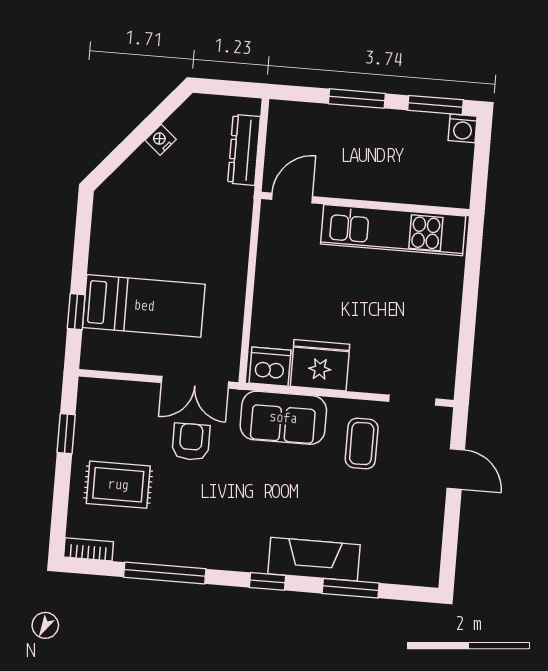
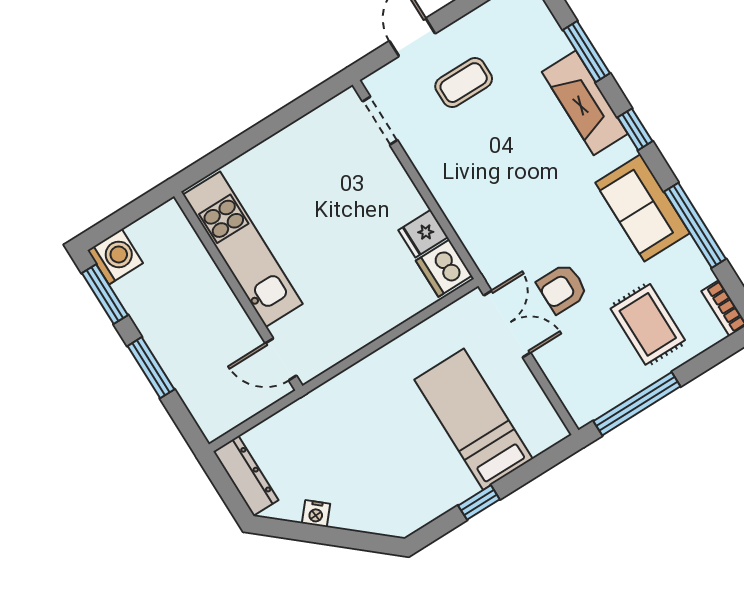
washing machine: (463, 128) -> (115, 257), width x1.38, depth x1.38
dresser: (244, 150) -> (246, 476), moved, turned -90
window: (76, 312) -> (479, 502), moved
fridge: (320, 365) -> (423, 234), width x0.53, depth x0.75
sofa: (283, 418) -> (643, 208), moved, turned 180
window: (66, 434) -> (637, 404), width x2.17
coffee table: (362, 444) -> (464, 83), moved

